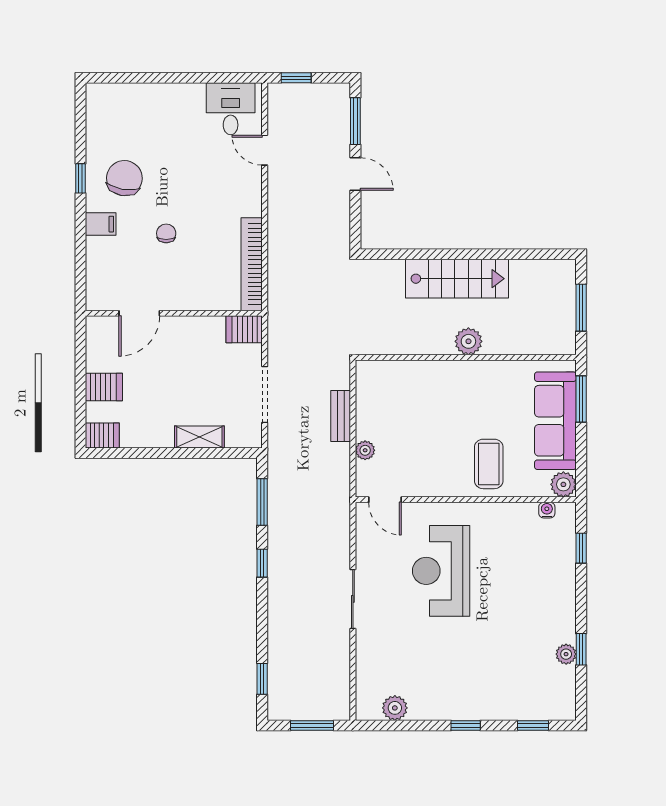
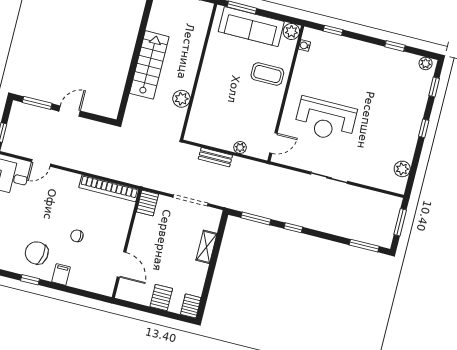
plant: (468, 341) -> (181, 99), moved
plant: (566, 654) -> (426, 63), moved
window: (262, 679) -> (364, 246), width x1.50

